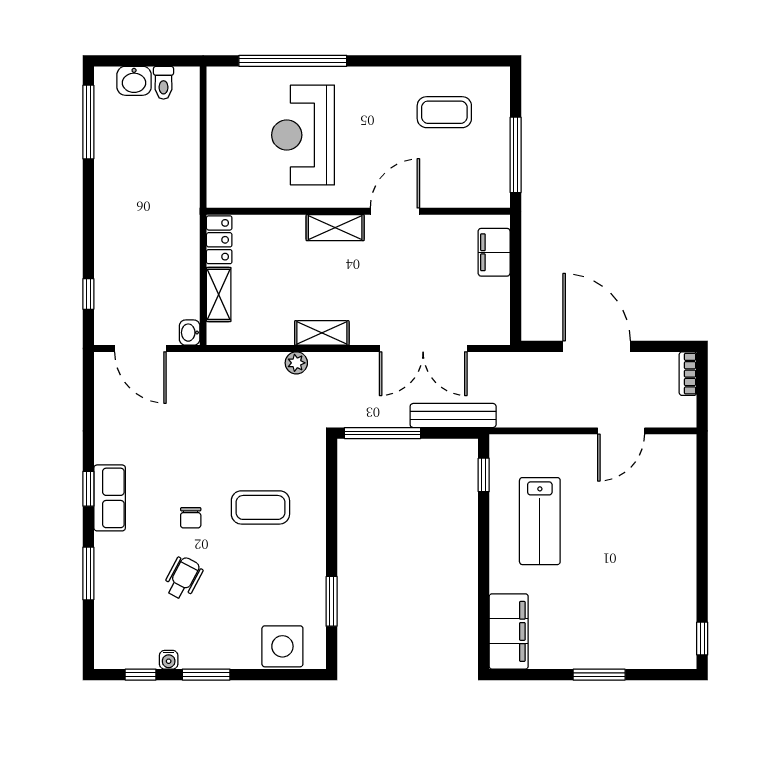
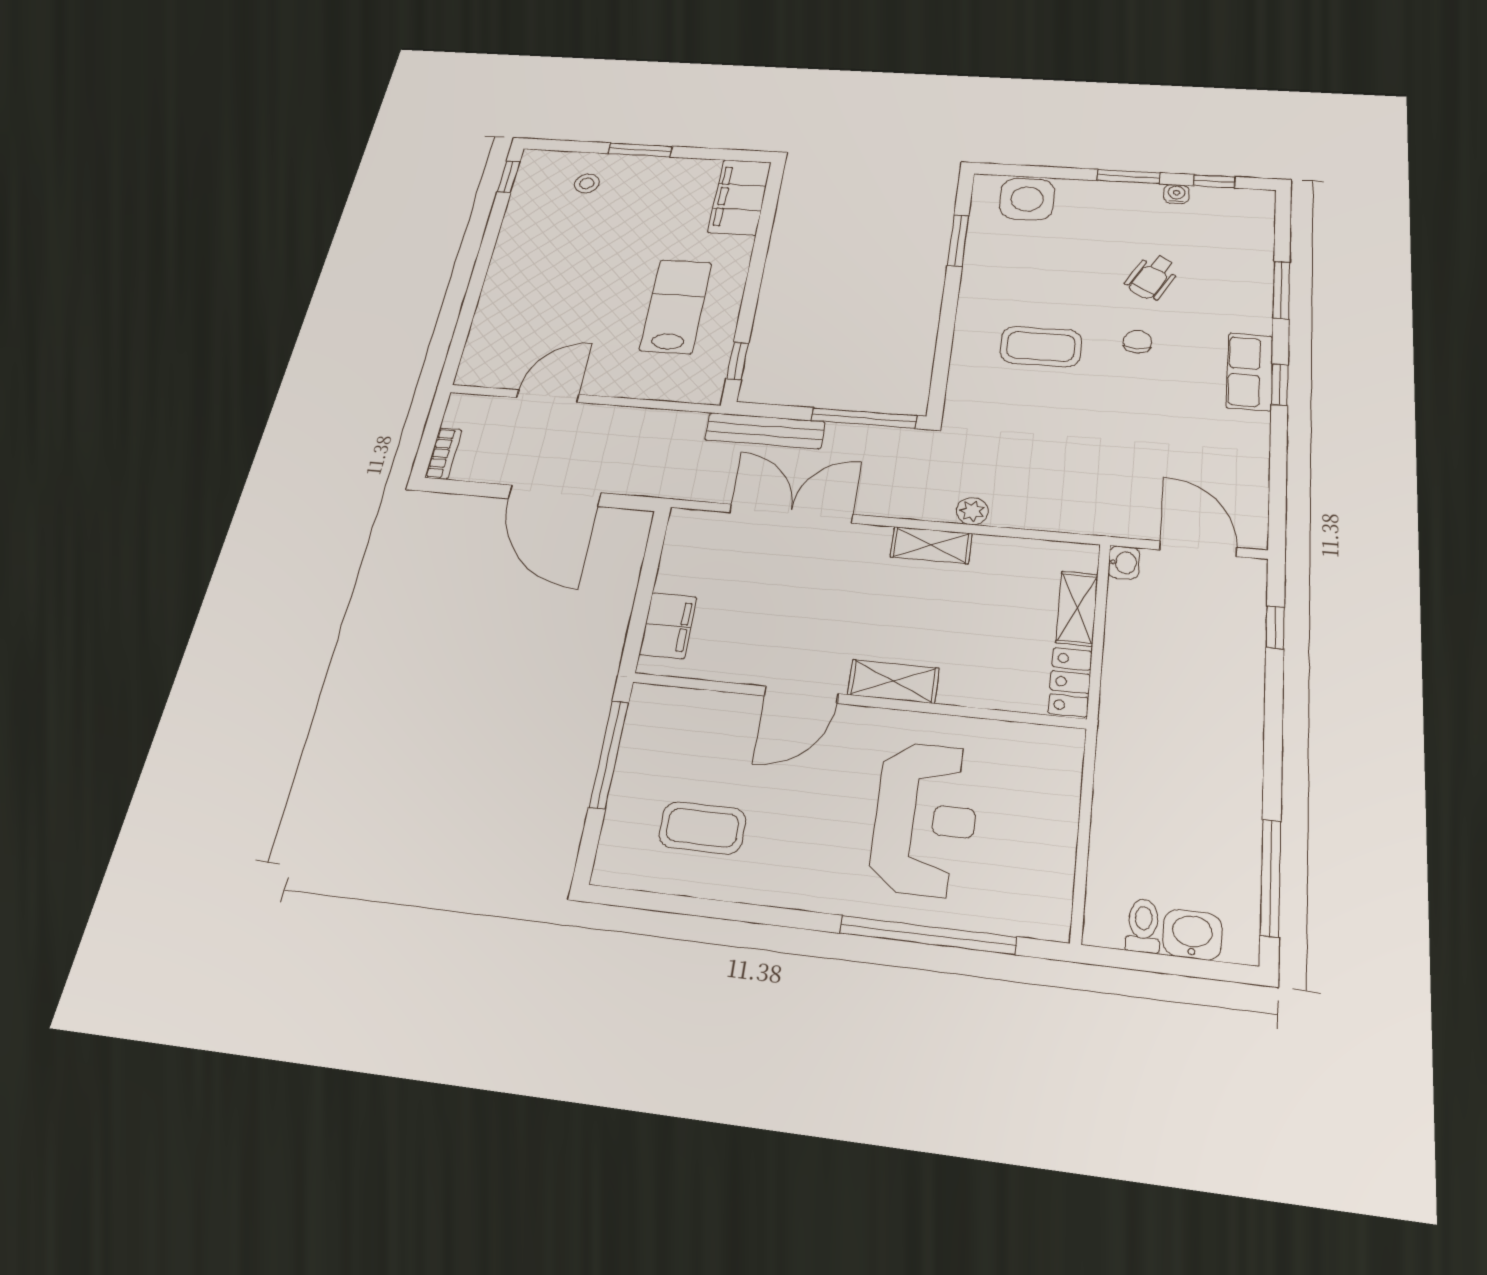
stool: (636, 636) -> (587, 183), added

